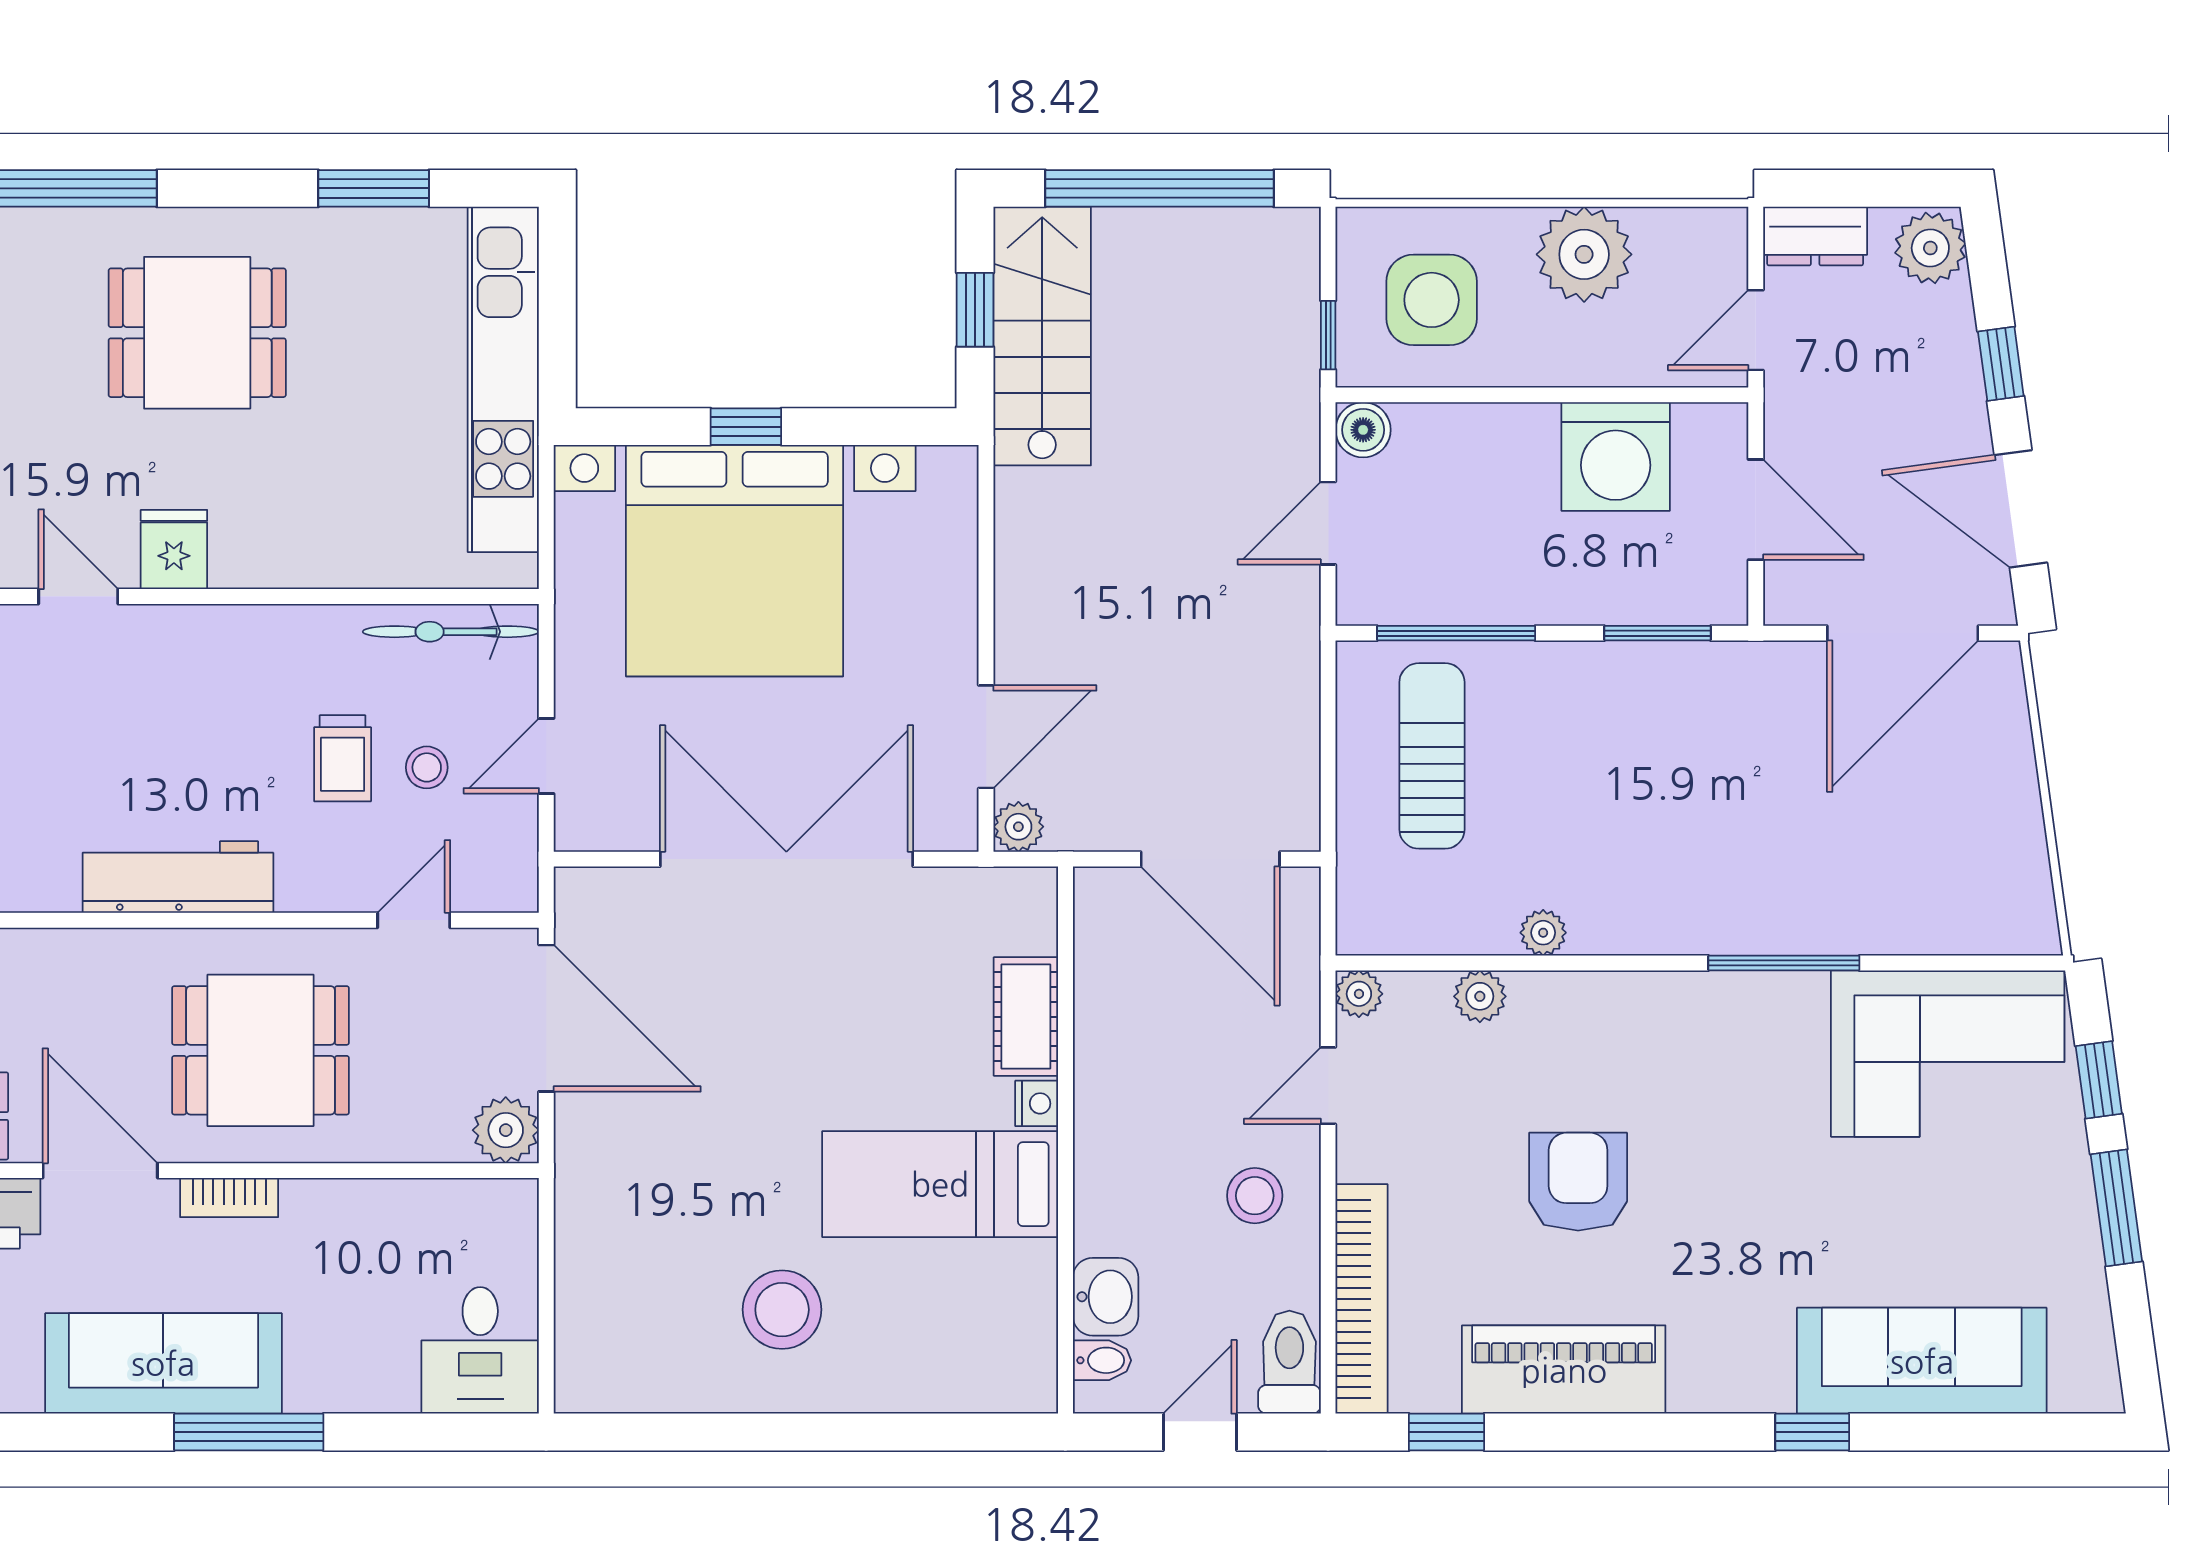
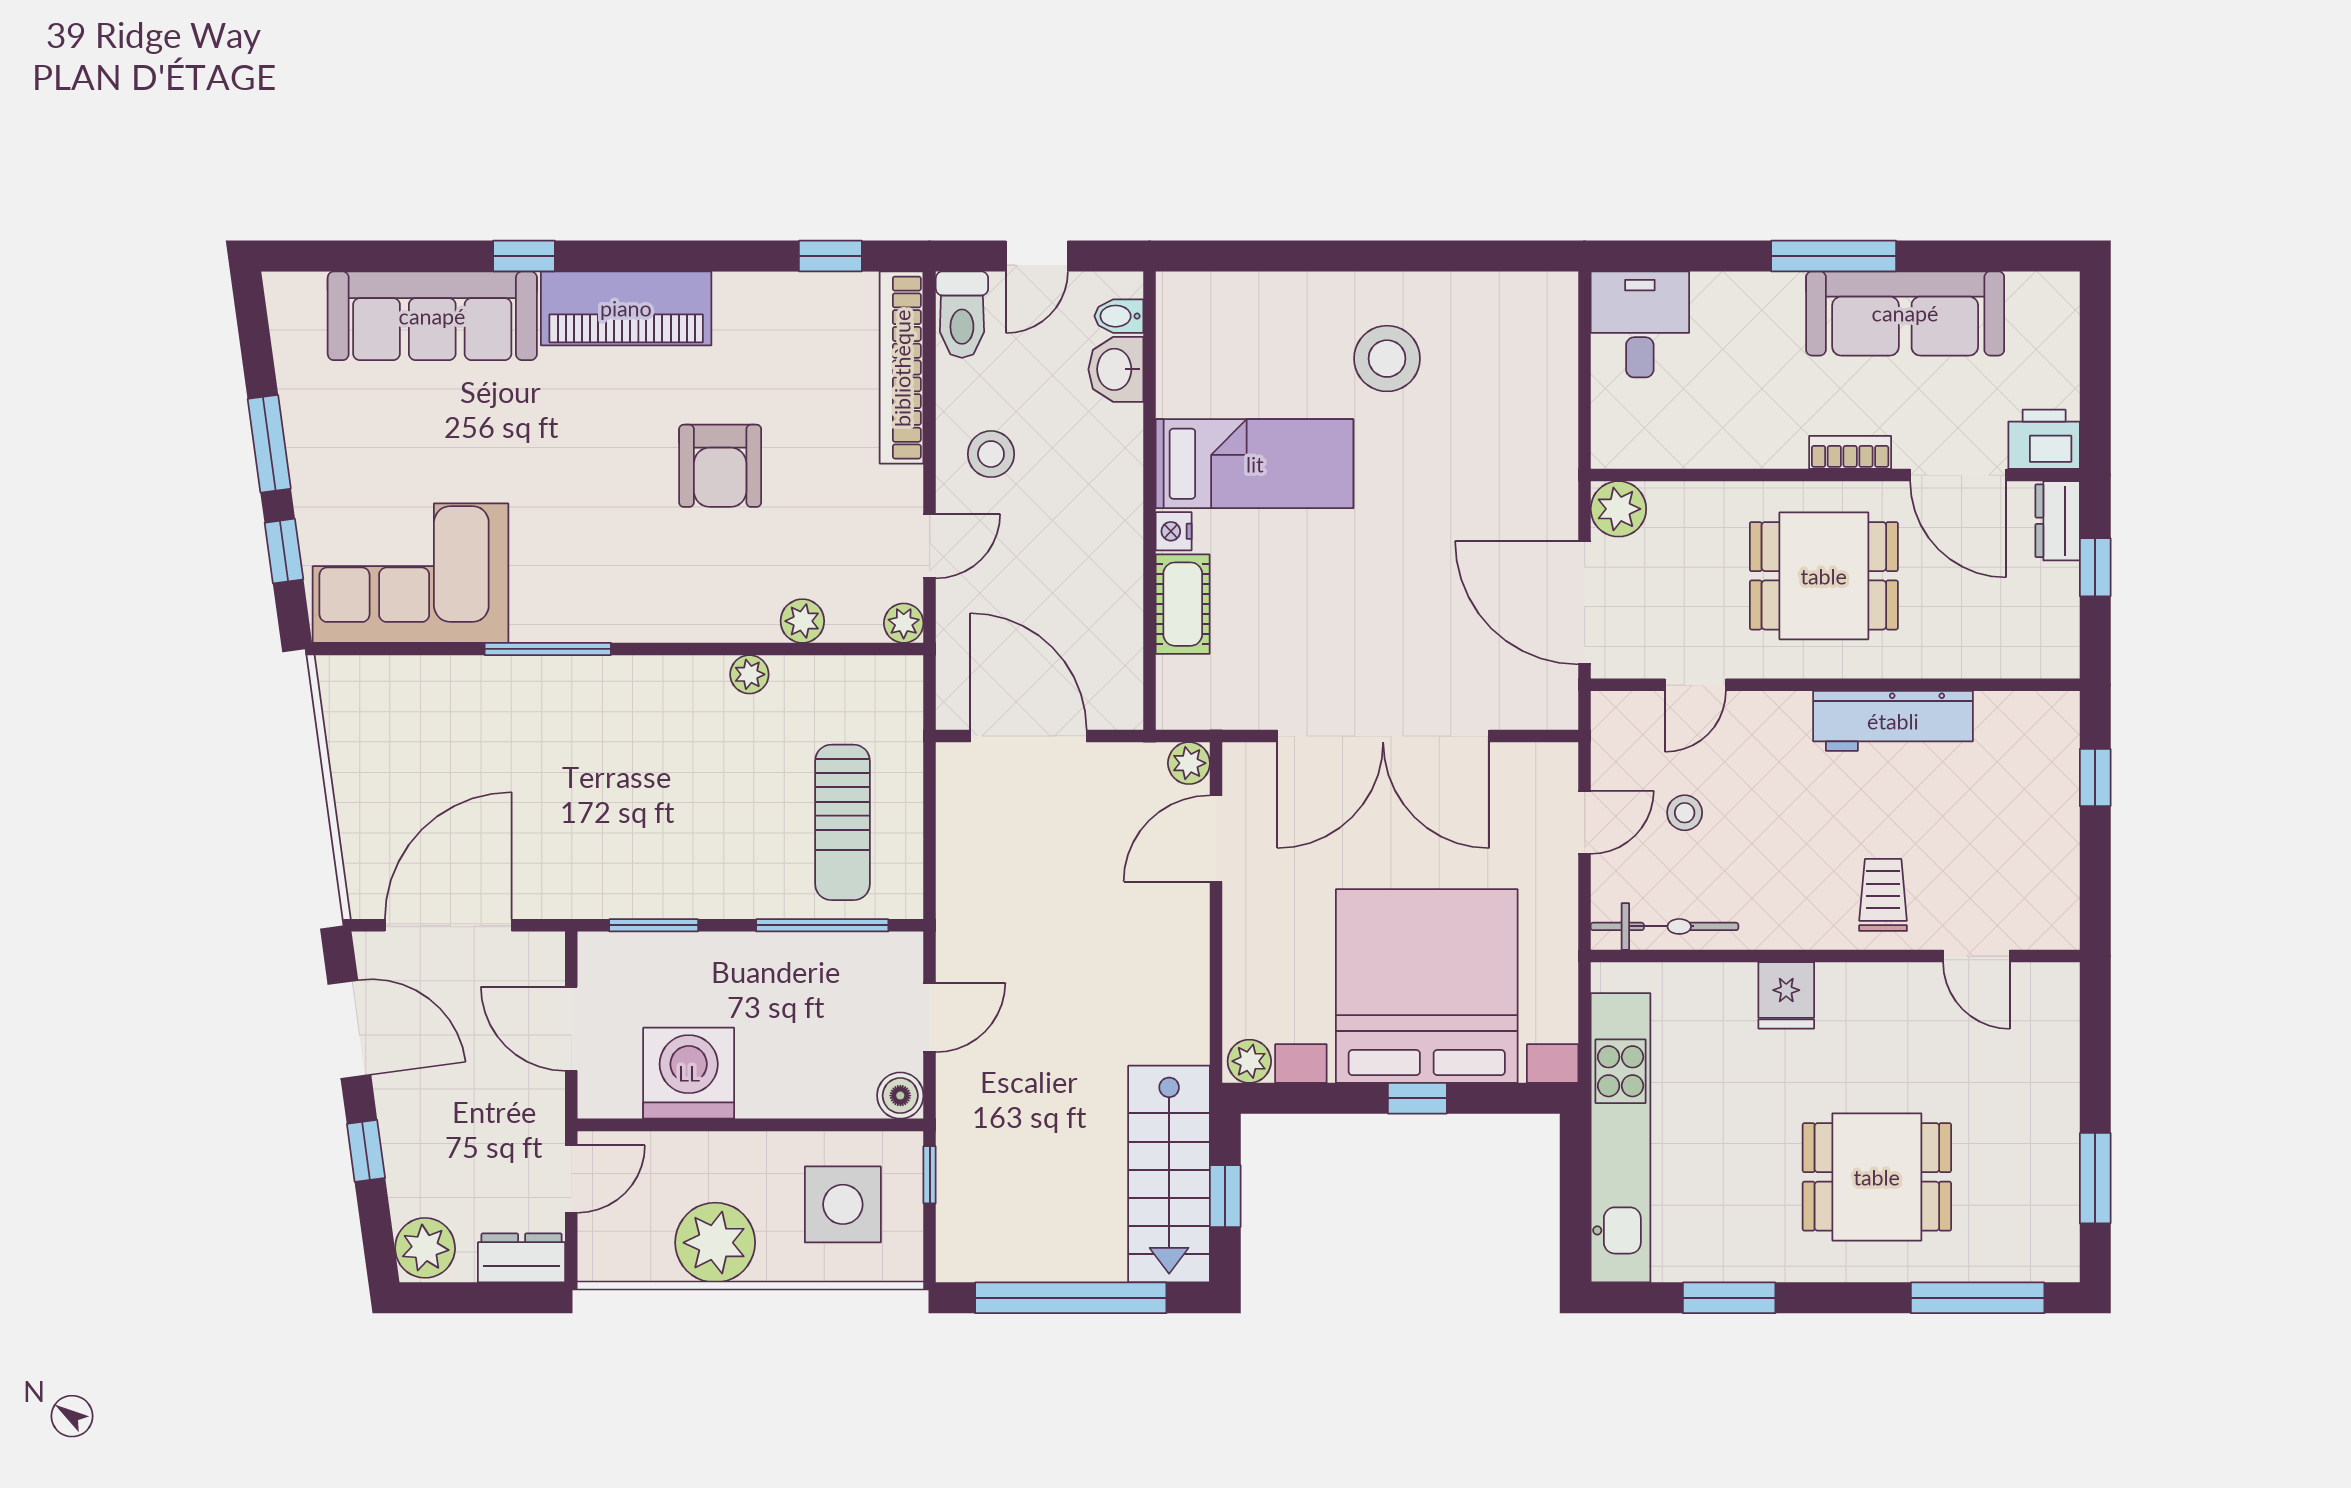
plant: (946, 471) -> (1249, 1061), added
fridge: (174, 549) -> (1786, 995), moved
trolley: (343, 758) -> (1883, 895), moved
piano: (1564, 1370) -> (626, 308), moved

